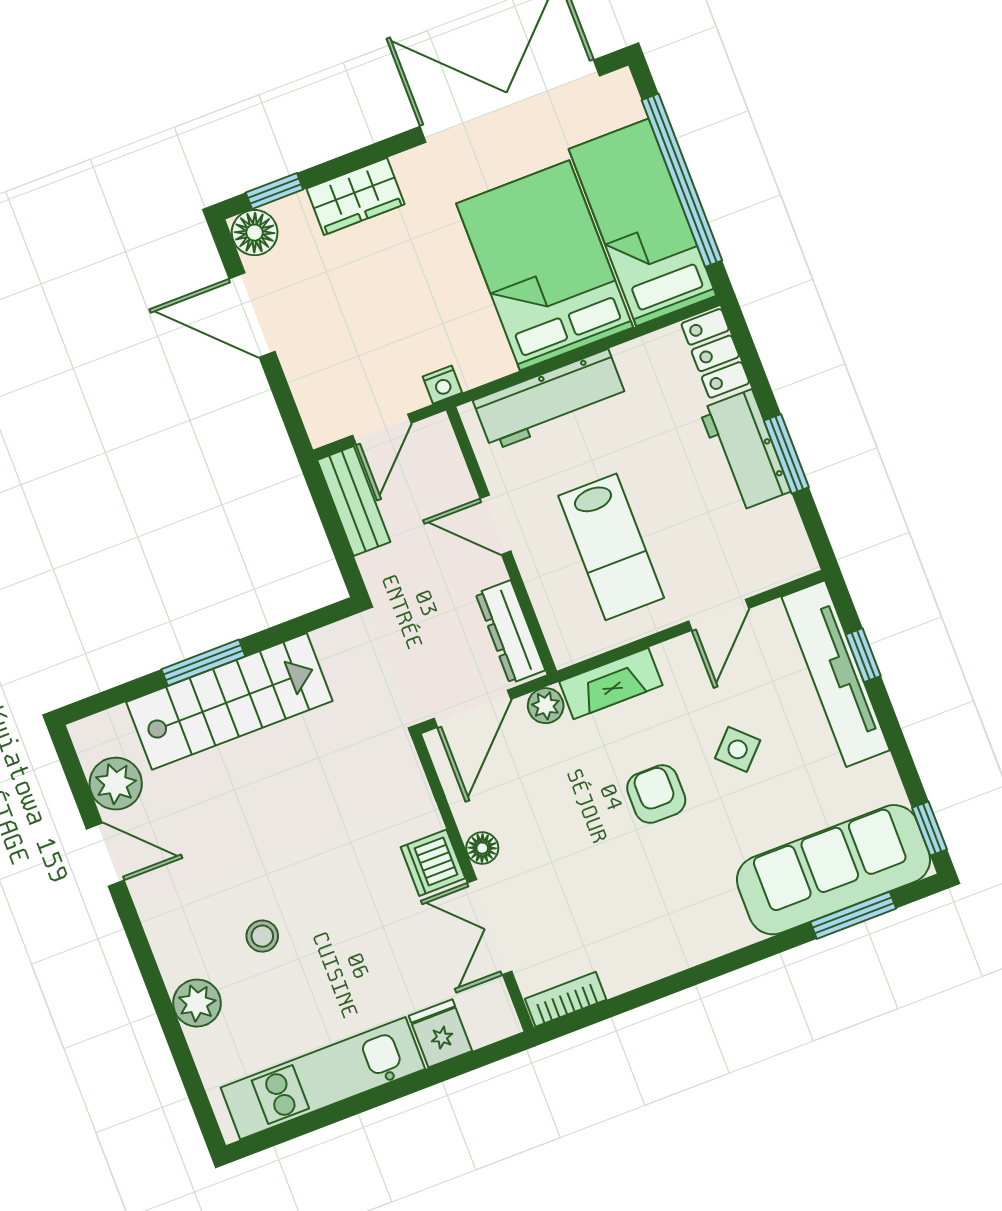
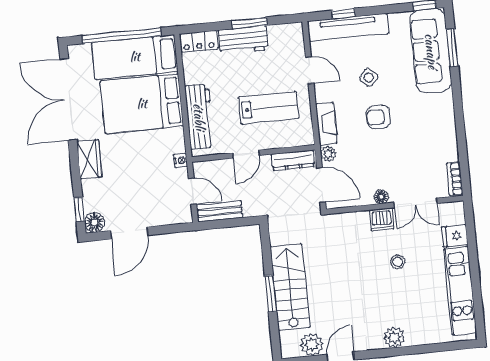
wardrobe: (356, 196) -> (89, 159), moved
stool: (262, 936) -> (398, 262), moved
plant: (197, 1003) -> (394, 337), moved

